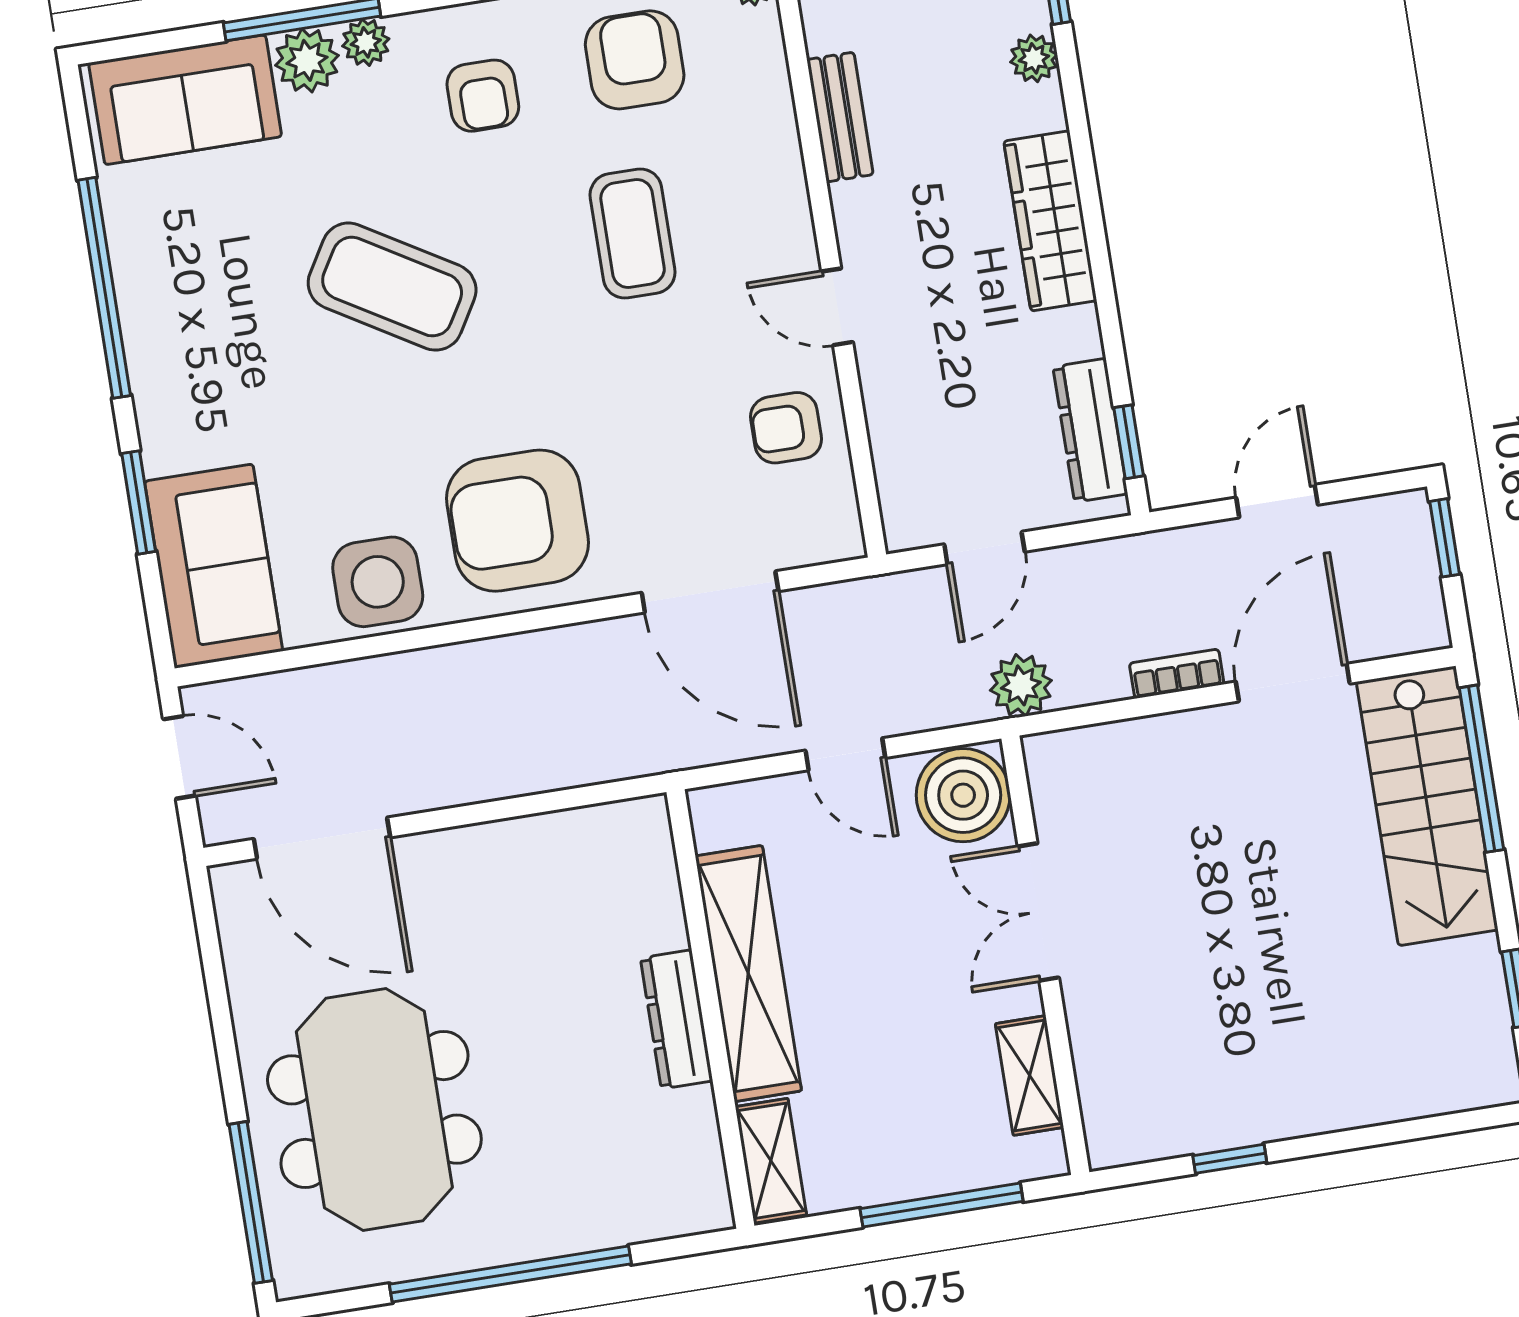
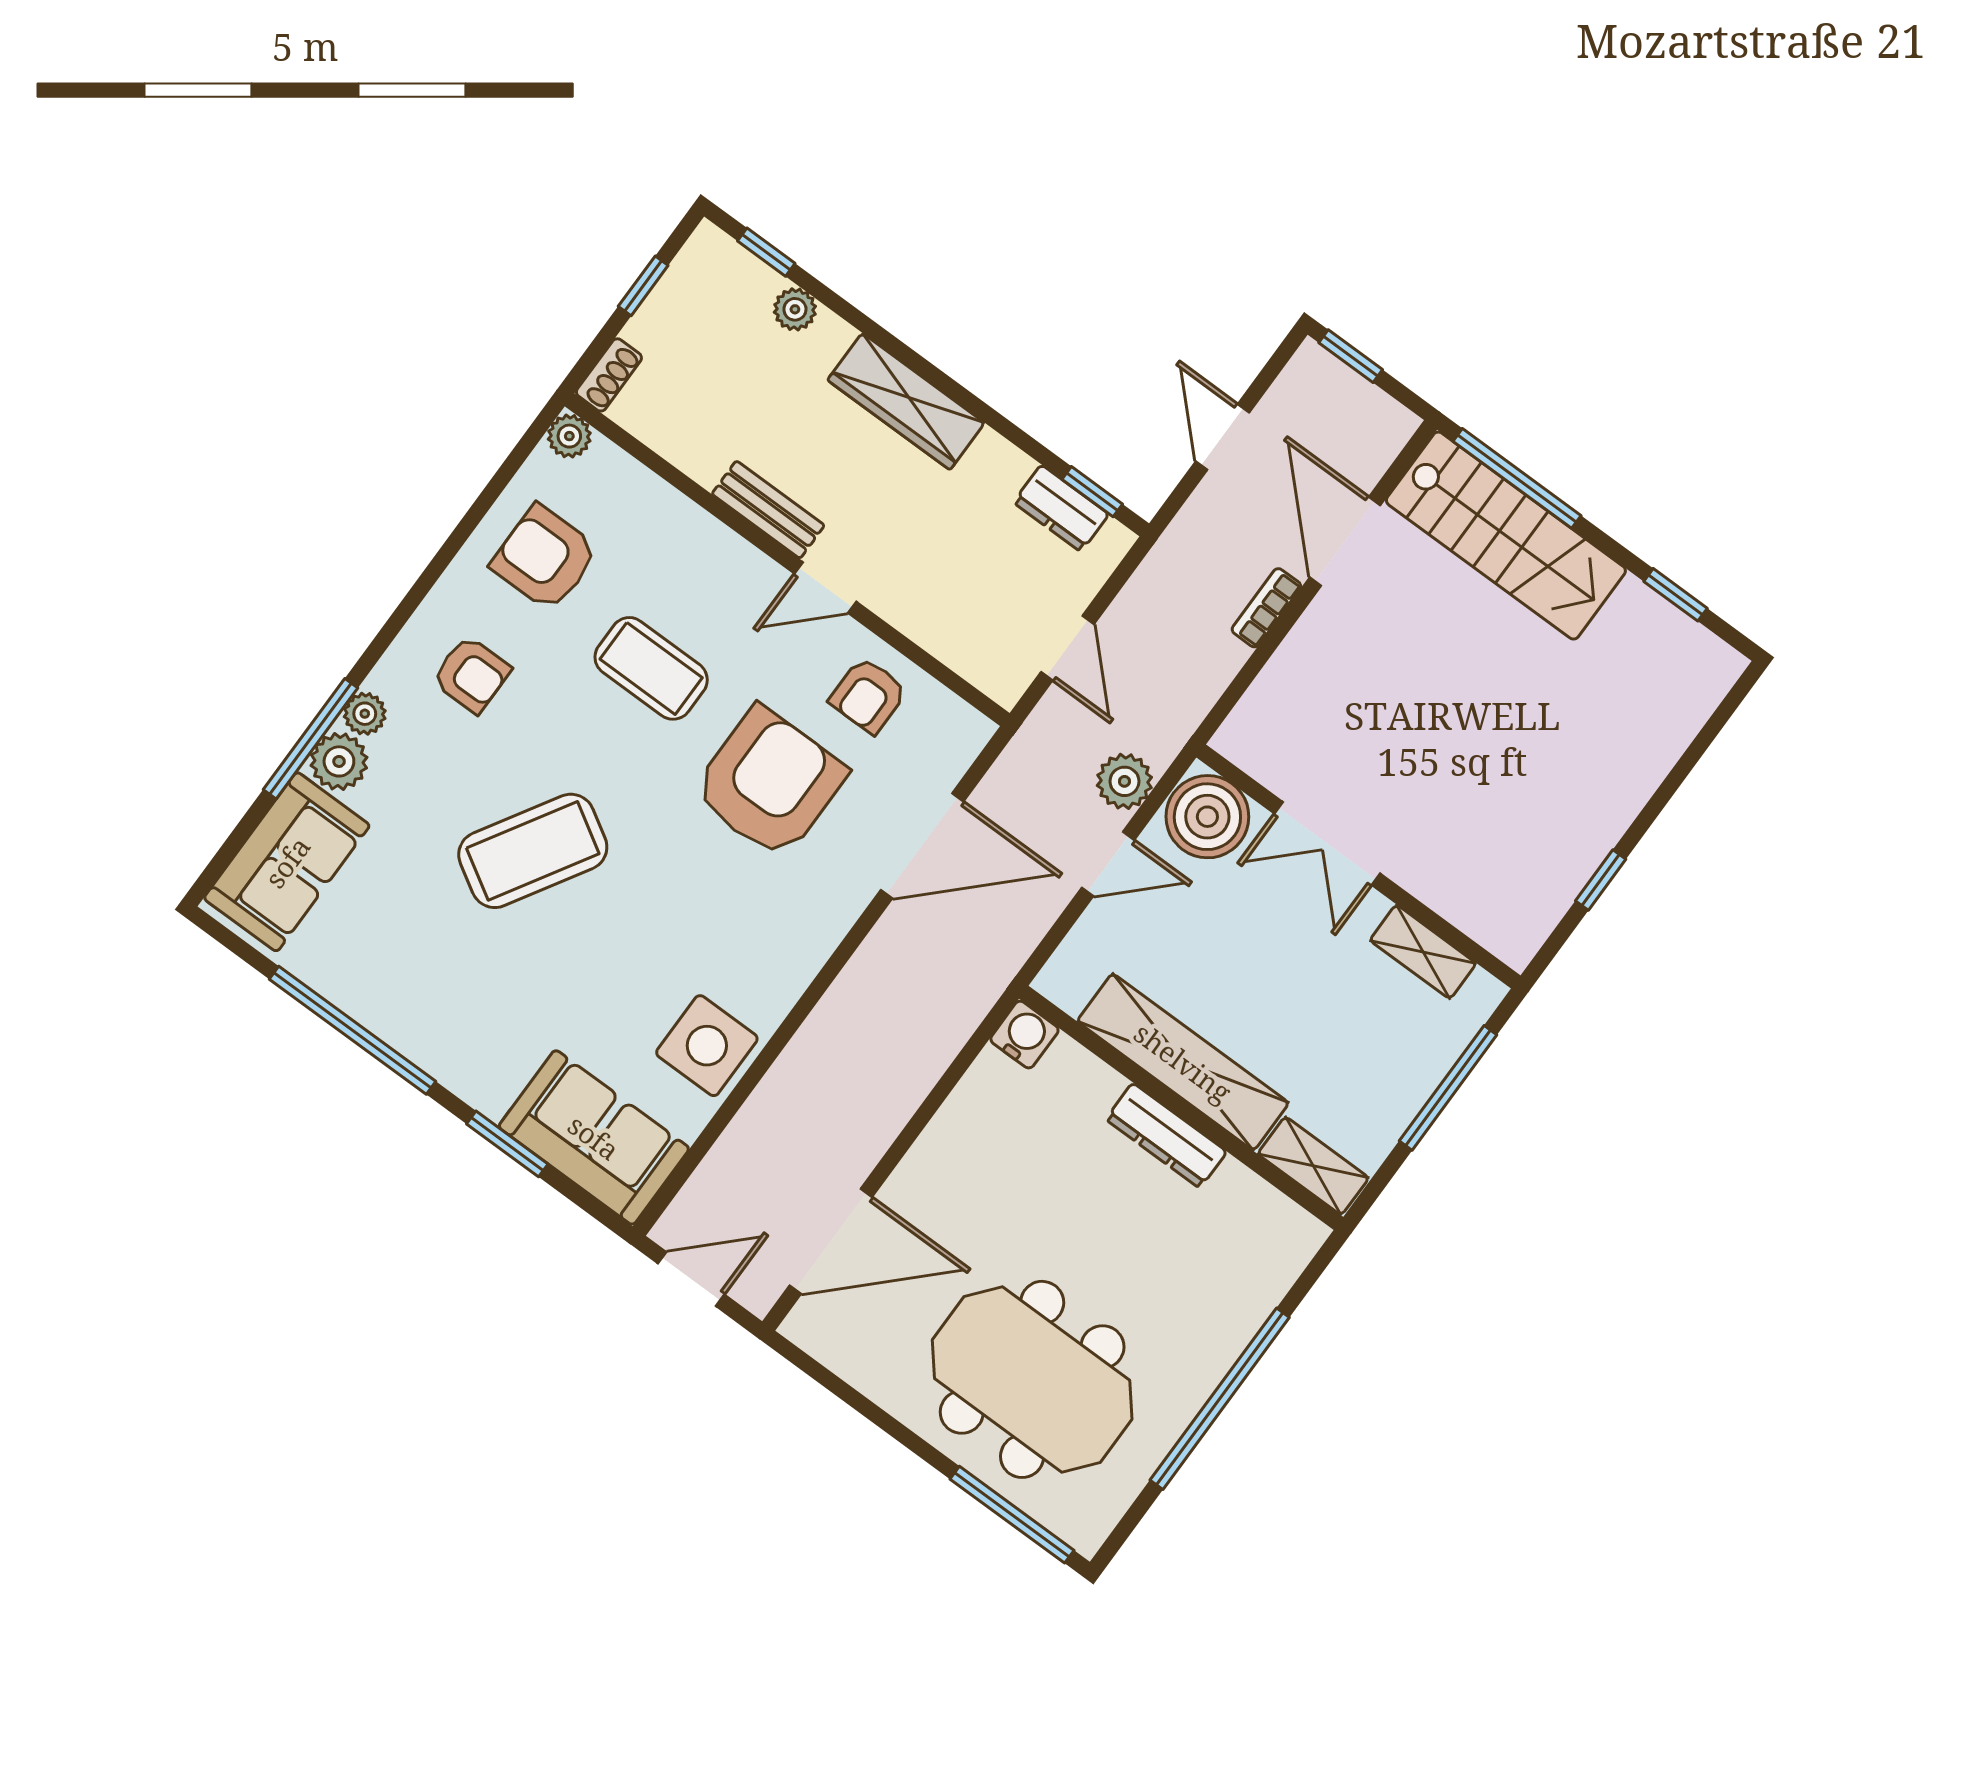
bench: (840, 117) -> (768, 510), moved
dresser: (1090, 430) -> (1061, 508), width x0.70
armchair: (517, 521) -> (769, 783), moved, turned 180
plant: (1021, 685) -> (1124, 781), moved
water cooler: (642, 825) -> (1024, 1035), added

